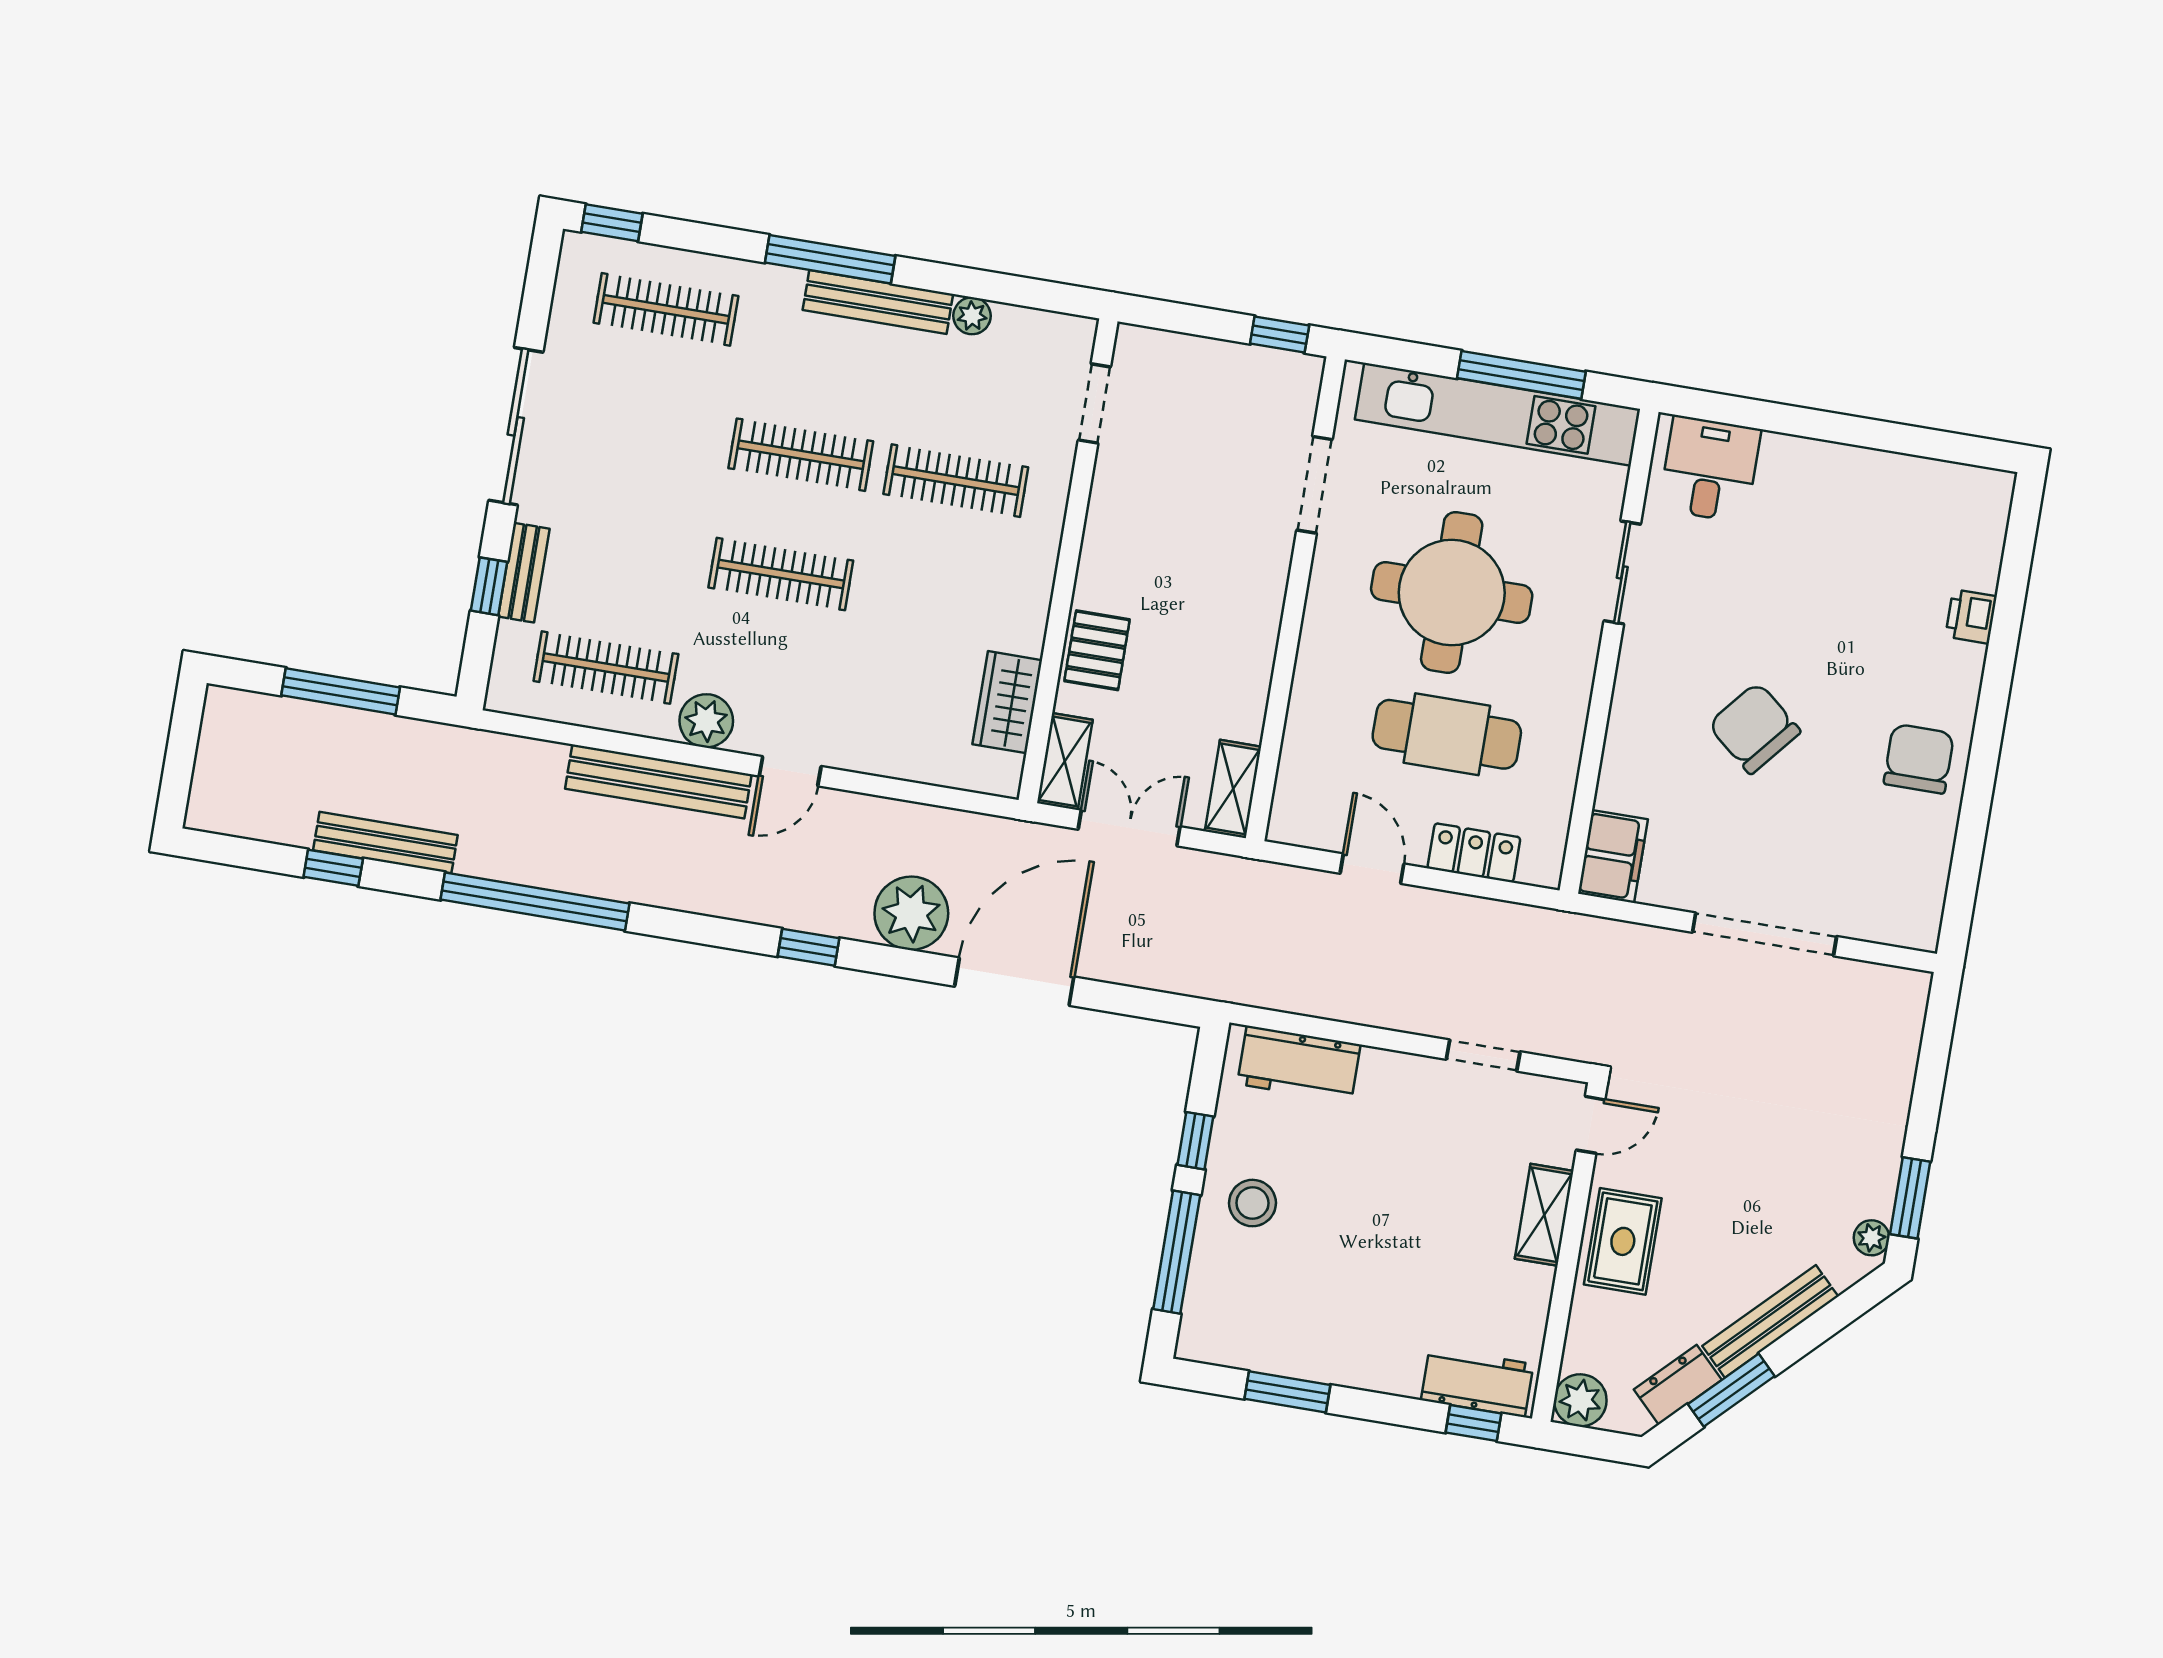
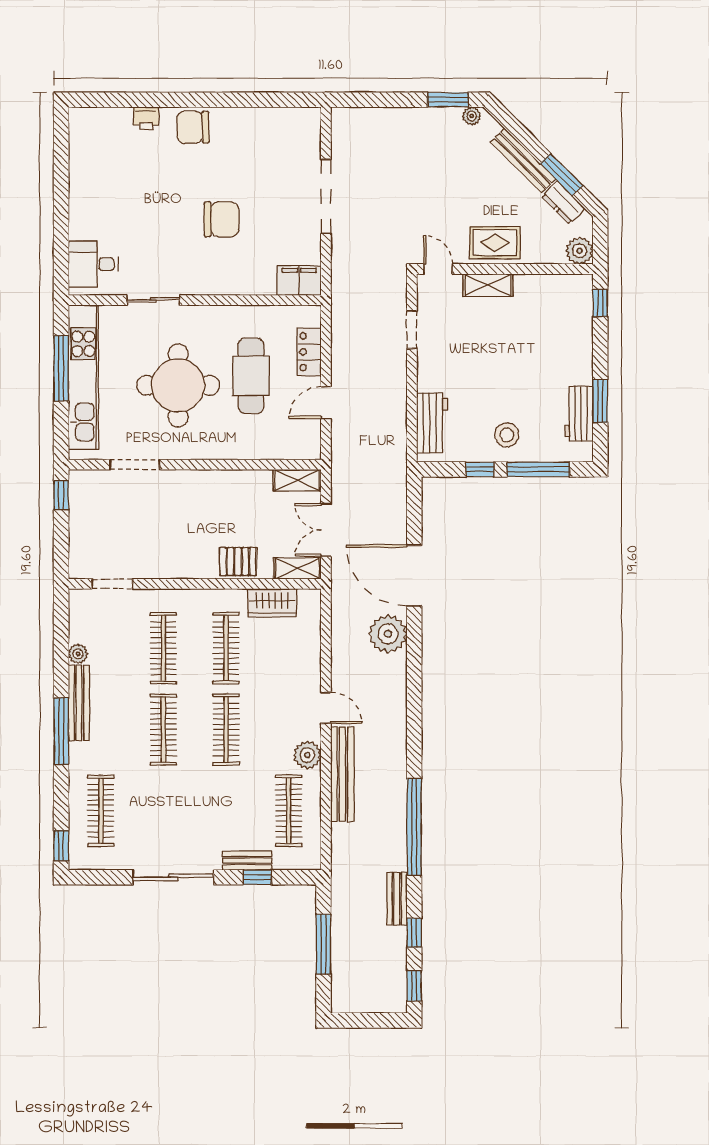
clothes rail: (936, 600) -> (226, 648), added
chair: (1754, 728) -> (222, 219), turned -130
chair: (1919, 759) -> (193, 127), moved
bench: (385, 843) -> (397, 899), width x0.73
window: (809, 947) -> (414, 986), moved
workbench: (1477, 1382) -> (579, 414), moved

